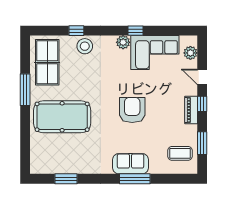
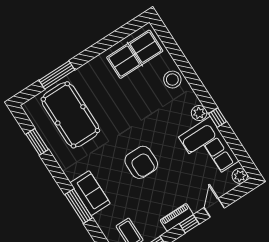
window: (76, 31) -> (182, 62), removed
plant: (190, 53) -> (240, 176), moved
window: (25, 90) -> (57, 75), moved
armchair: (132, 110) -> (141, 162), turned 90
pool table: (62, 117) -> (70, 115), moved

